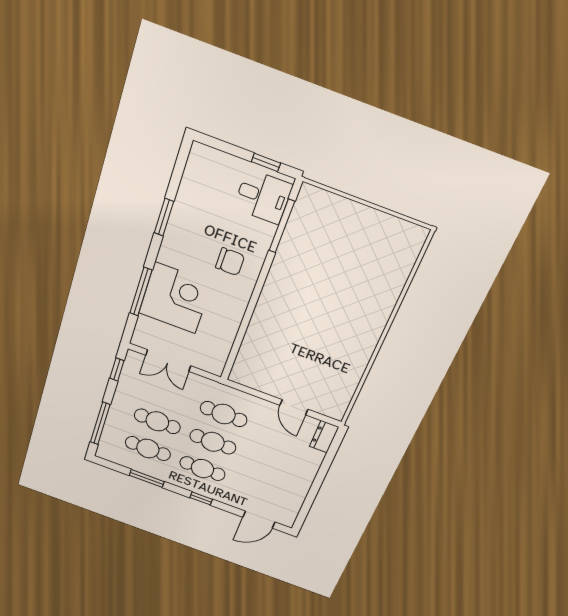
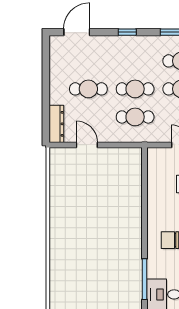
dresser: (324, 437) -> (56, 124), width x1.44
cafe table: (202, 469) -> (88, 89), moved

